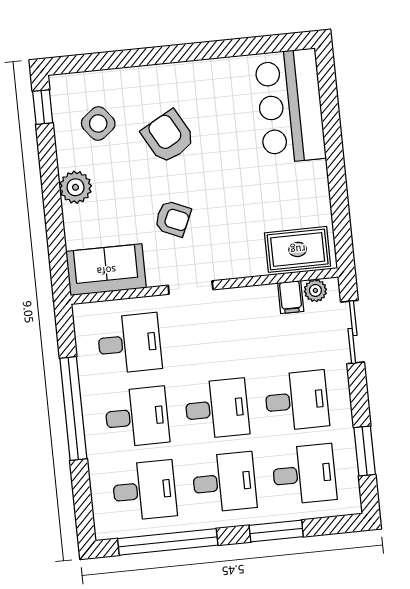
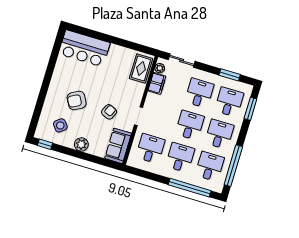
filing cabinet: (291, 297) -> (157, 83), width x2.00
window: (73, 409) -> (190, 188), moved
window: (276, 531) -> (250, 109), moved

